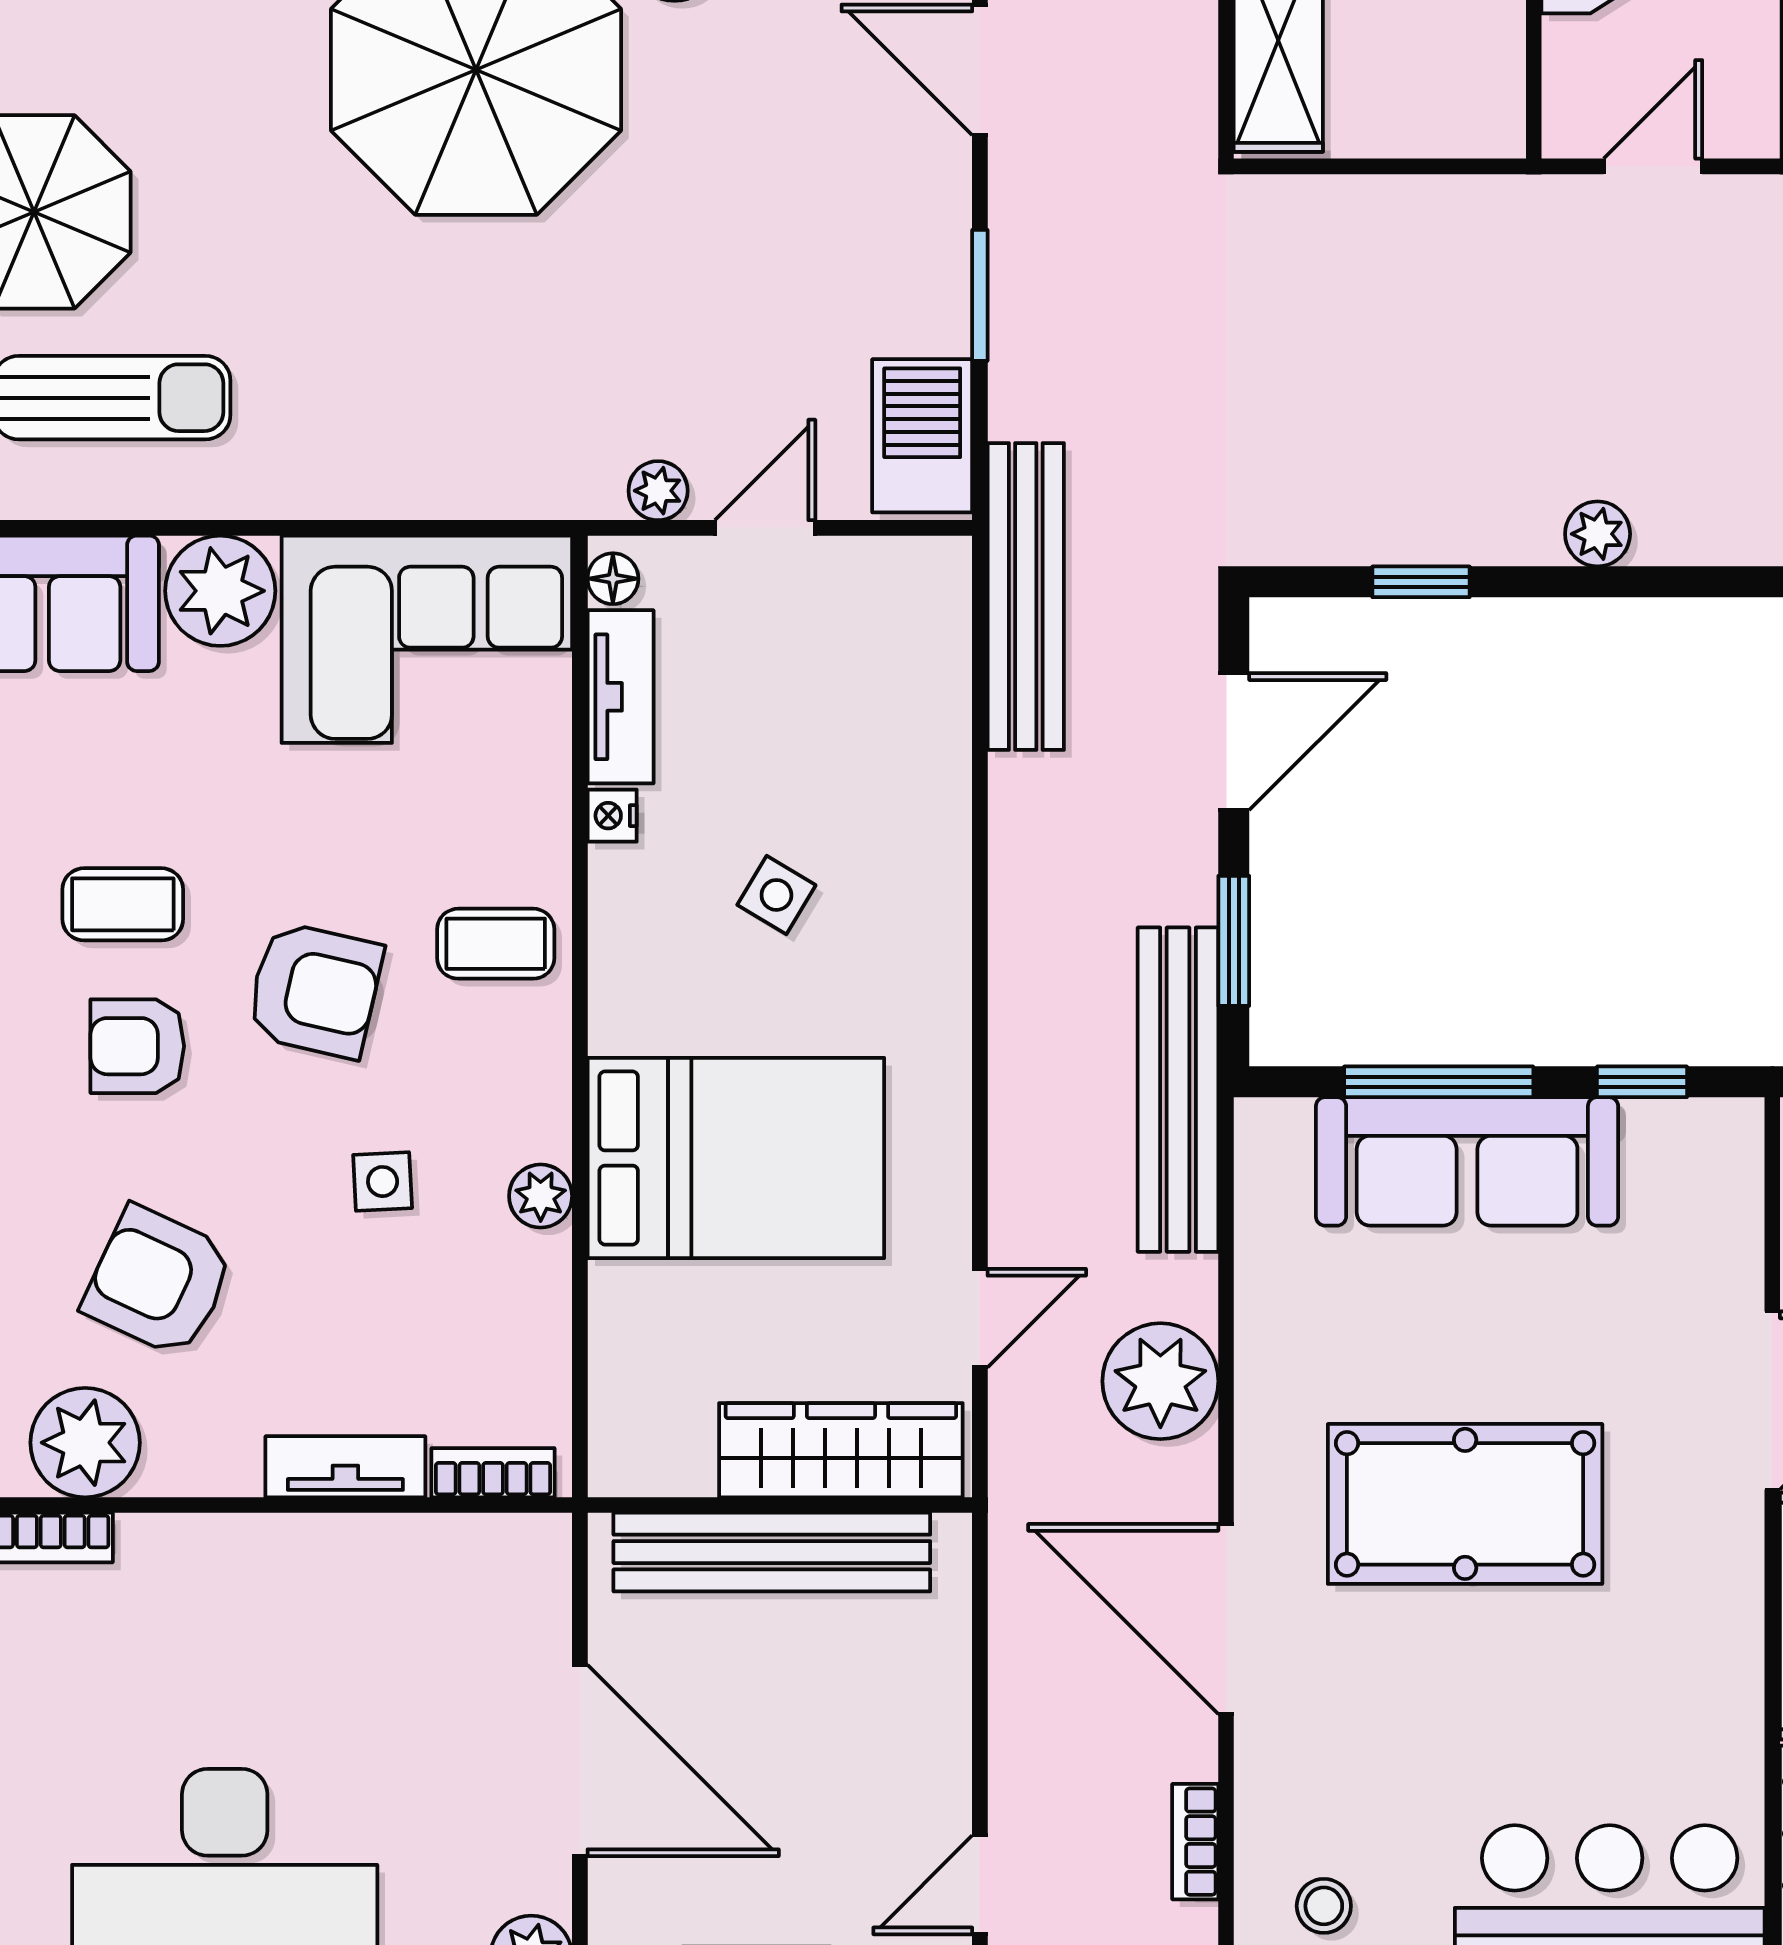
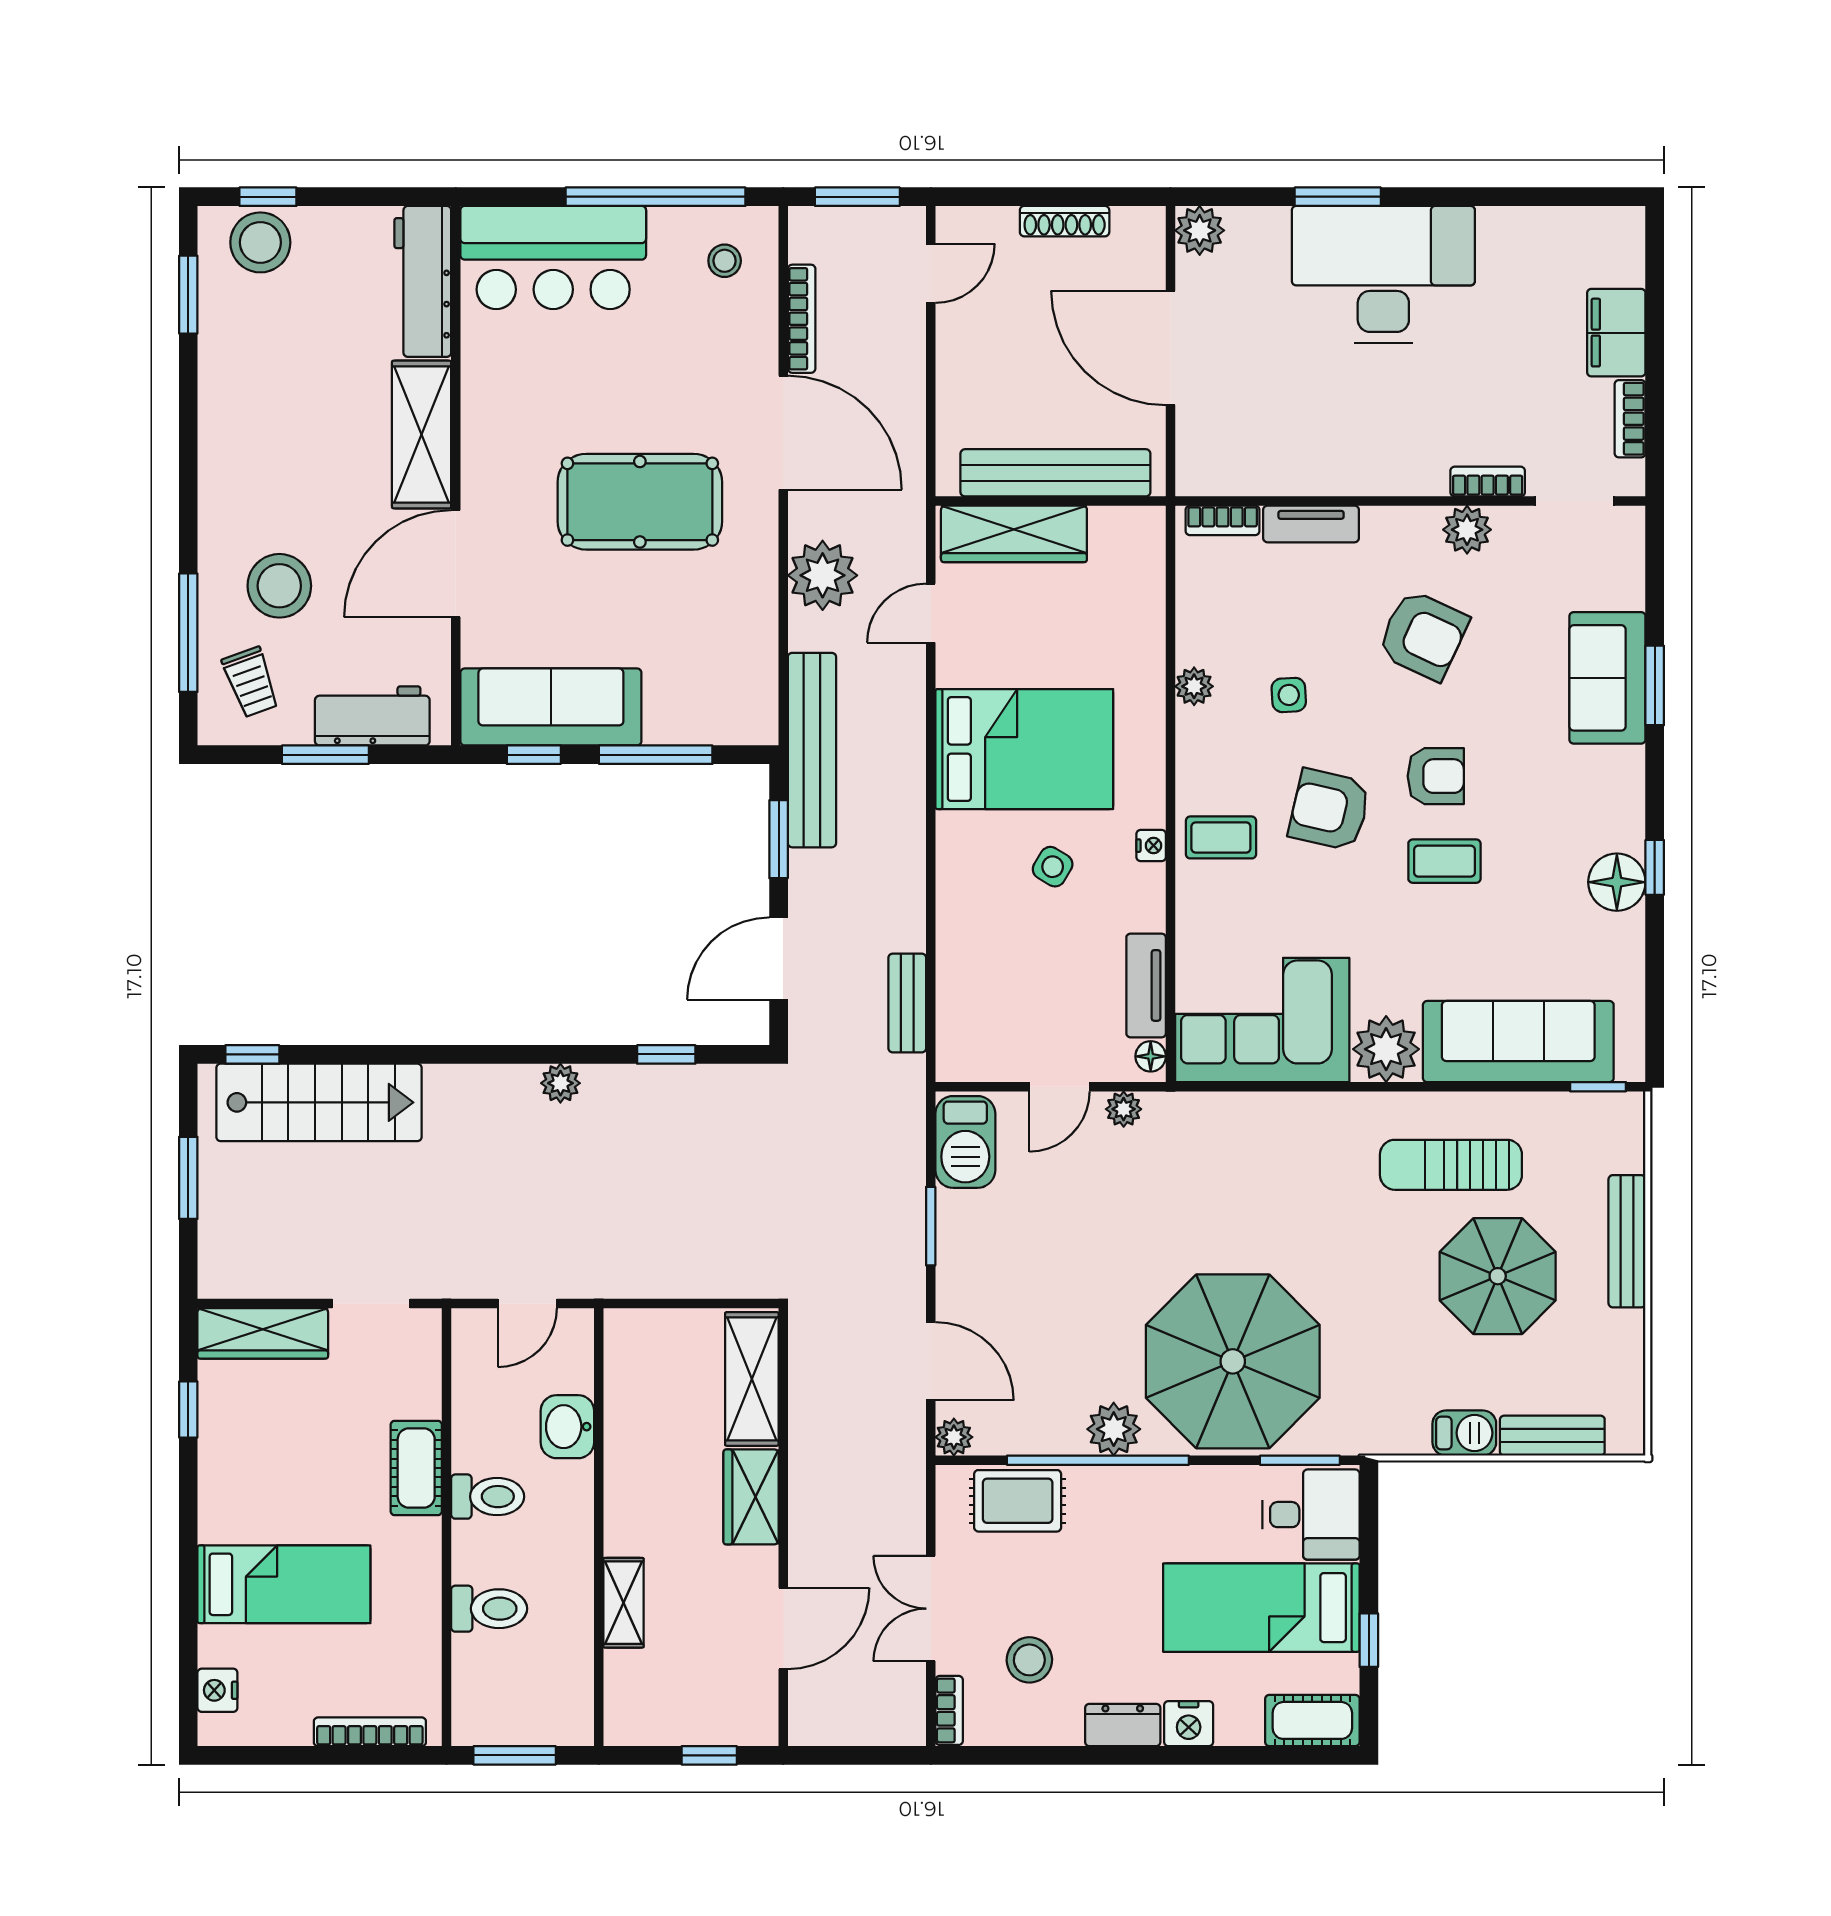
bench: (1026, 596) -> (907, 1003), width x0.54, depth x0.82
nightstand: (612, 816) -> (1151, 846), moved
bed: (736, 1158) -> (1024, 749), moved, turned 180
sofa: (1467, 1161) -> (551, 707), moved
plant: (85, 1443) -> (1467, 530), width x0.73, depth x0.73
bookcase: (1195, 1842) -> (802, 319), width x1.56

